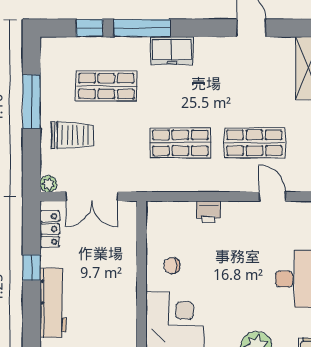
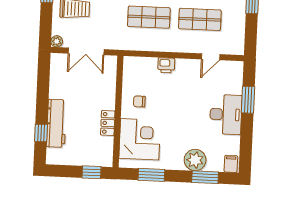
door: (272, 196) -> (211, 57), swing flipped
locker: (50, 229) -> (108, 123), moved, turned 180
window: (31, 267) -> (41, 133), moved

